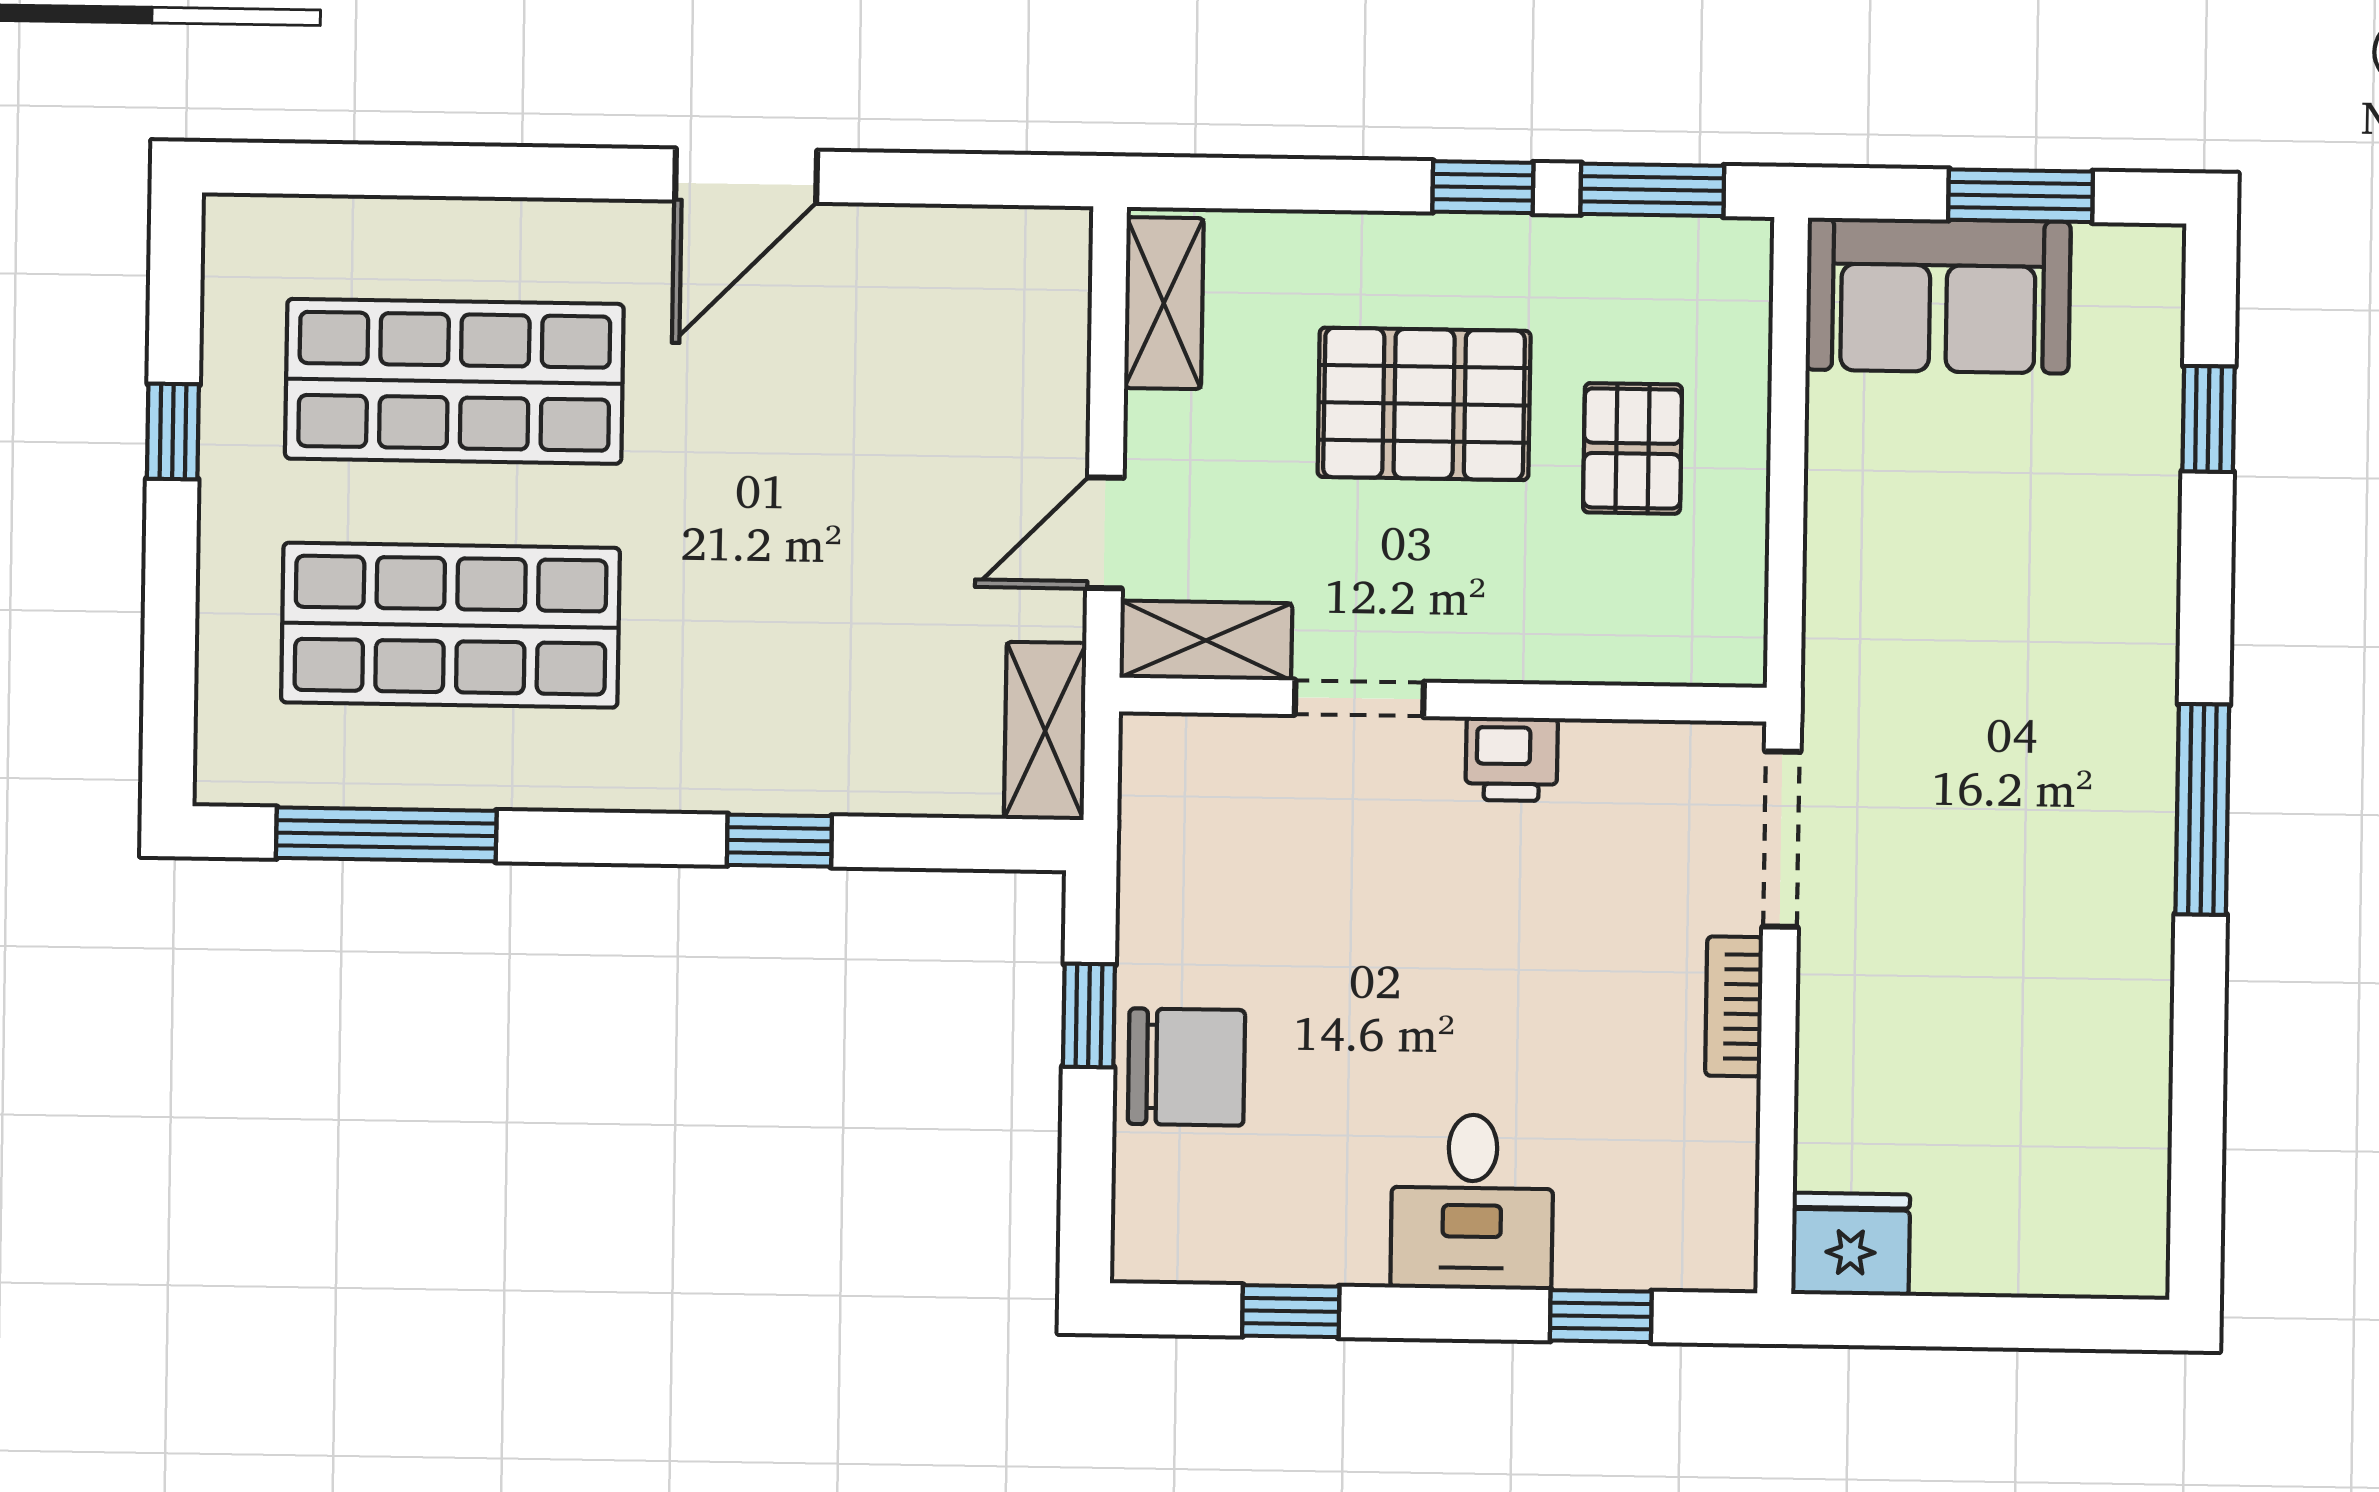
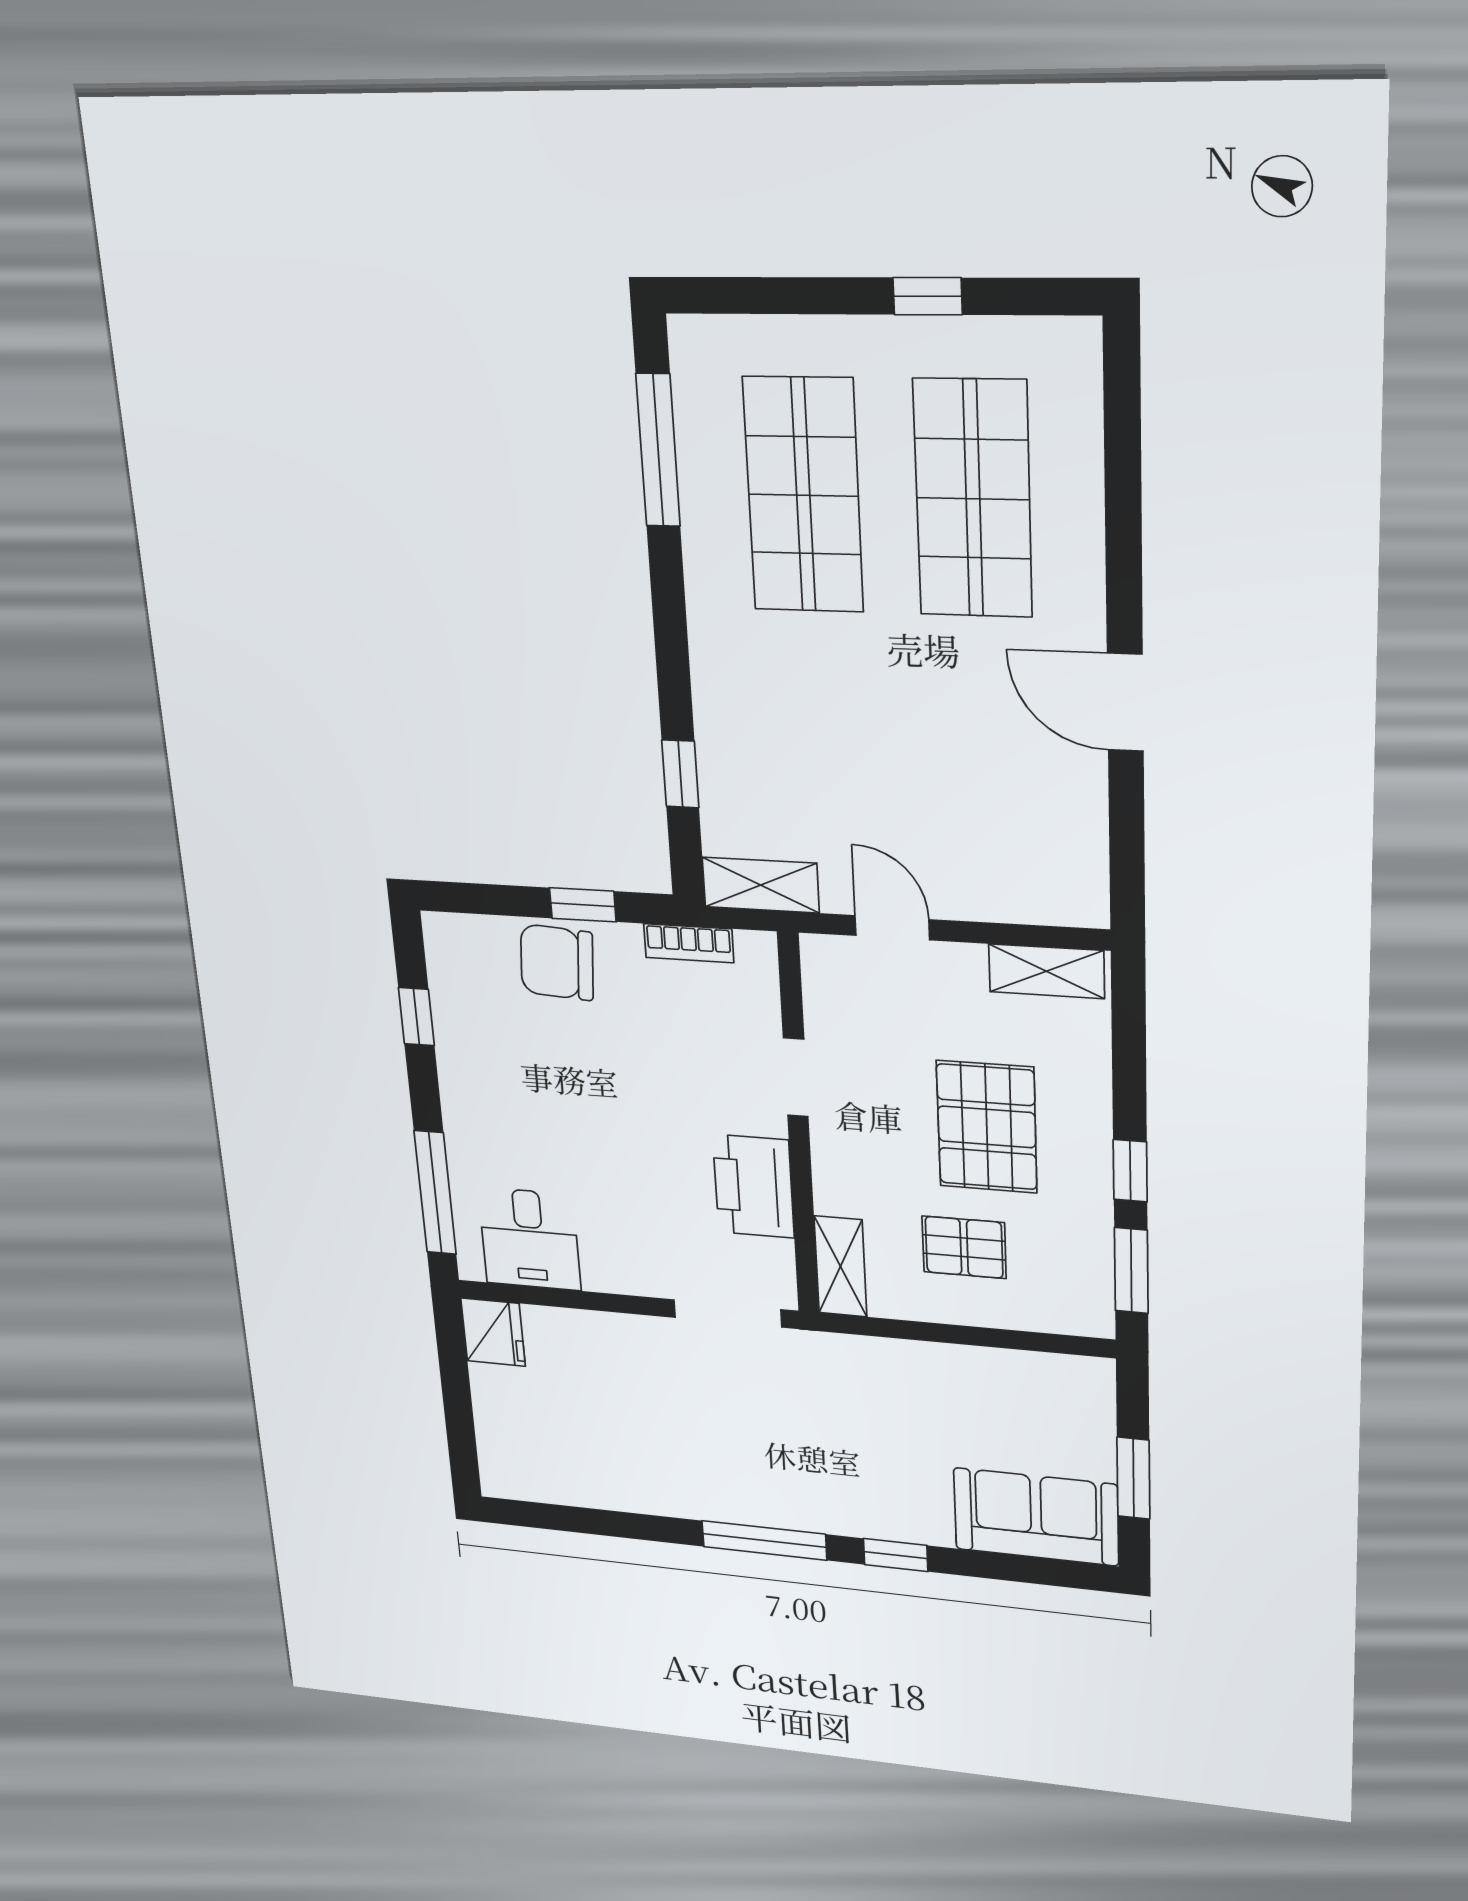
sofa: (1938, 296) -> (1036, 1517), moved, turned 90
window: (2208, 419) -> (896, 1555), moved
shelving: (1206, 640) -> (840, 1266), moved
printer: (1512, 759) -> (754, 1186), width x1.87, depth x1.48
window: (779, 841) -> (680, 774), moved
bookcase: (1734, 1006) -> (689, 943), moved, turned 180
chair: (1186, 1067) -> (557, 962), turned 94
desk: (1472, 1202) -> (529, 1239), moved, turned -90
window: (1601, 1316) -> (435, 1193), width x2.17

